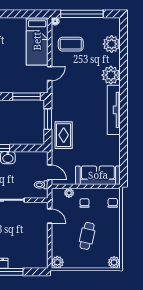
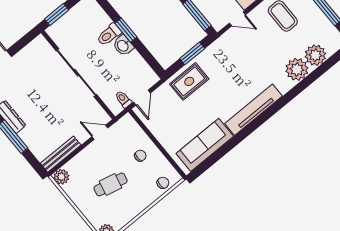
plant: (111, 75) -> (297, 69), moved
sofa: (98, 175) -> (205, 145), moved, turned -90
plant: (69, 193) -> (138, 133), removed
door: (50, 216) -> (100, 132), swing flipped
bench: (43, 251) -> (61, 154), added

